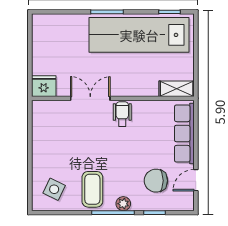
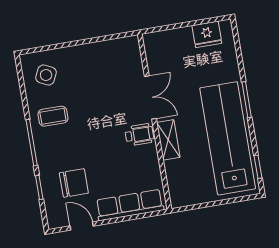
fridge: (44, 86) -> (207, 34), moved, turned 90
shelving: (177, 89) -> (168, 140), moved
chair: (156, 181) -> (74, 183), turned 90
coffee table: (92, 189) -> (53, 116), width x0.73, depth x0.77
plant: (123, 204) -> (43, 152), removed

